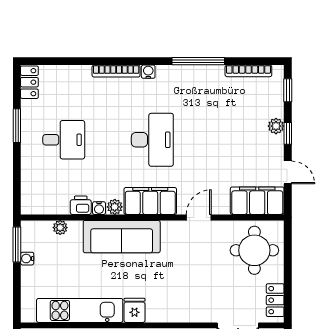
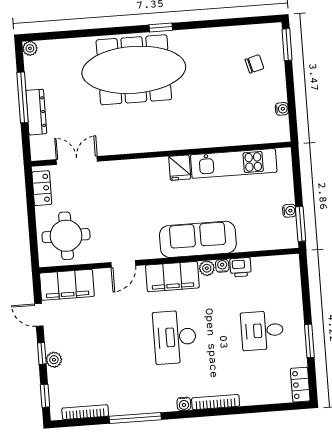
plant: (60, 228) -> (259, 244), removed

